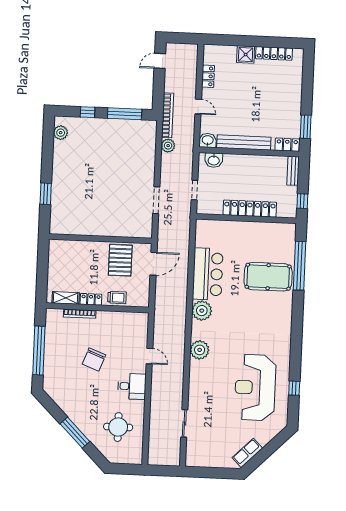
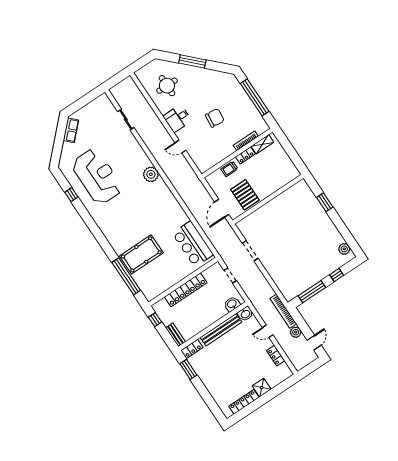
plant: (168, 146) -> (296, 332), moved
bar counter: (208, 274) -> (193, 244), moved
plant: (202, 311) -> (168, 201), removed
chair: (94, 359) -> (215, 118), turned 75

